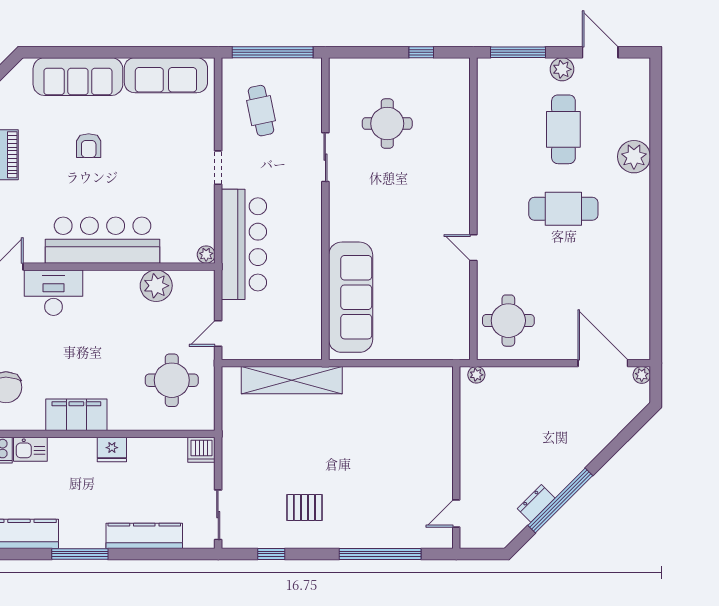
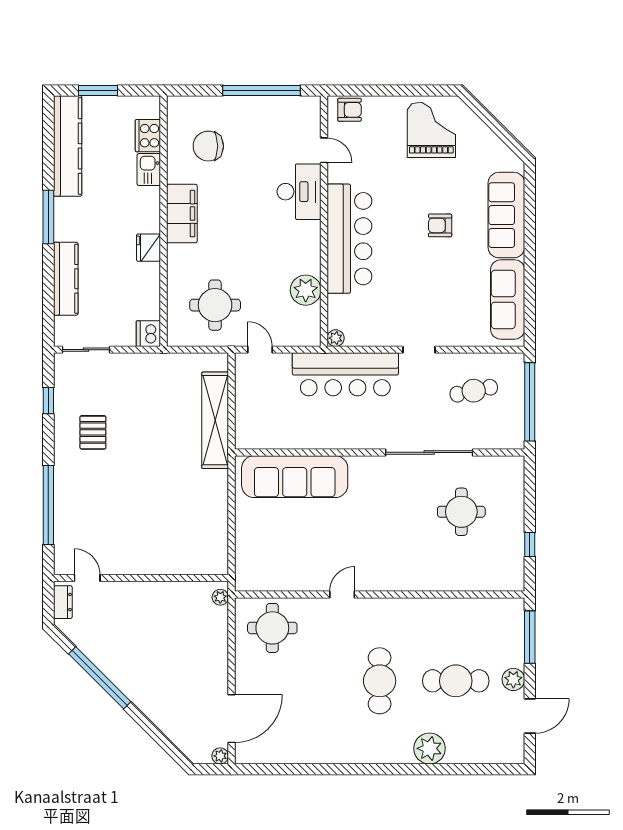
sliding door: (325, 157) -> (429, 452), width x1.86
dresser: (536, 503) -> (63, 602), moved, turned 45

